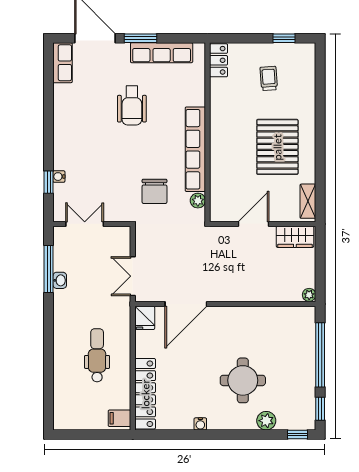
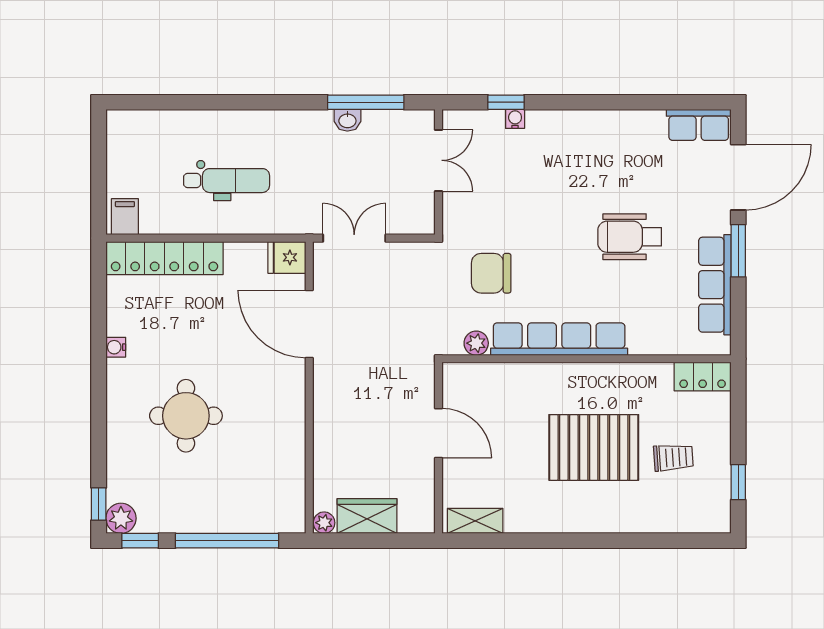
pallet: (277, 147) -> (594, 447), moved
wardrobe: (295, 237) -> (367, 516), moved, turned 90
plant: (266, 421) -> (121, 518), moved

